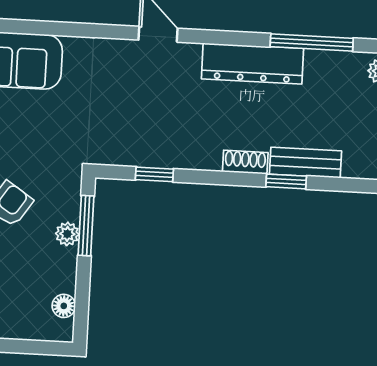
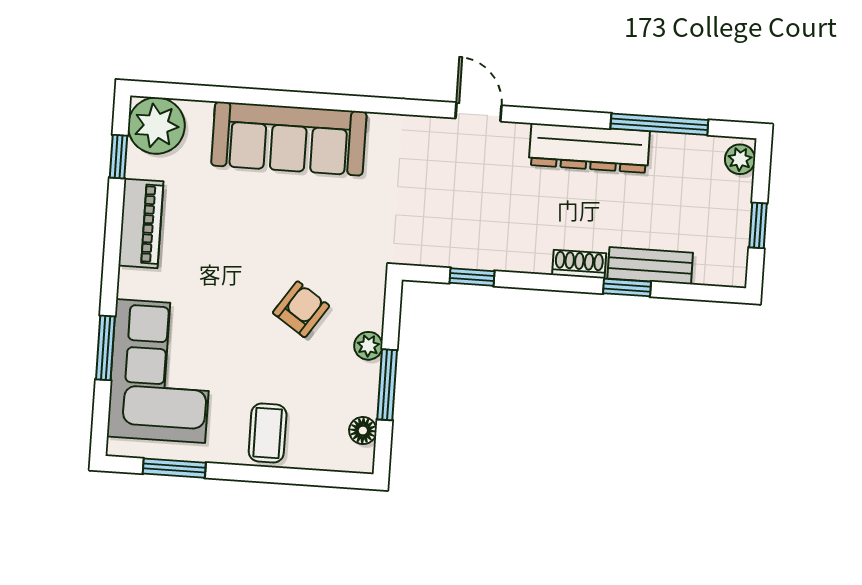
window: (86, 226) -> (387, 385), moved

